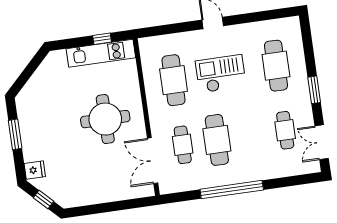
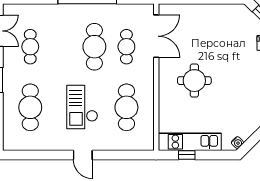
water cooler: (50, 60) -> (237, 143), added
checkout: (221, 74) -> (82, 107), turned 90
round table: (105, 119) -> (194, 81), width x0.73, depth x0.73

